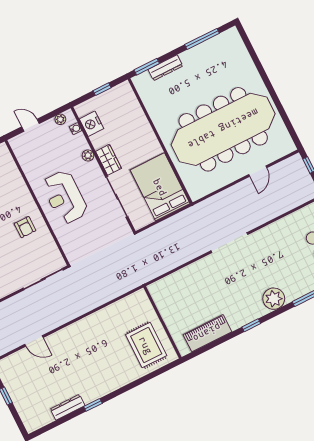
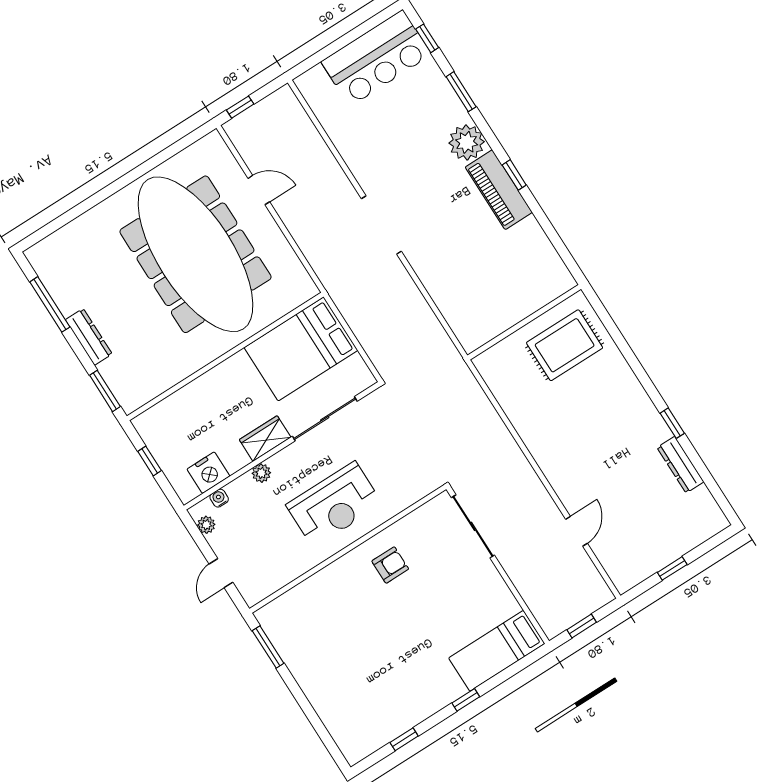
dresser: (165, 68) -> (89, 337), moved
piano: (207, 333) -> (499, 190), moved

